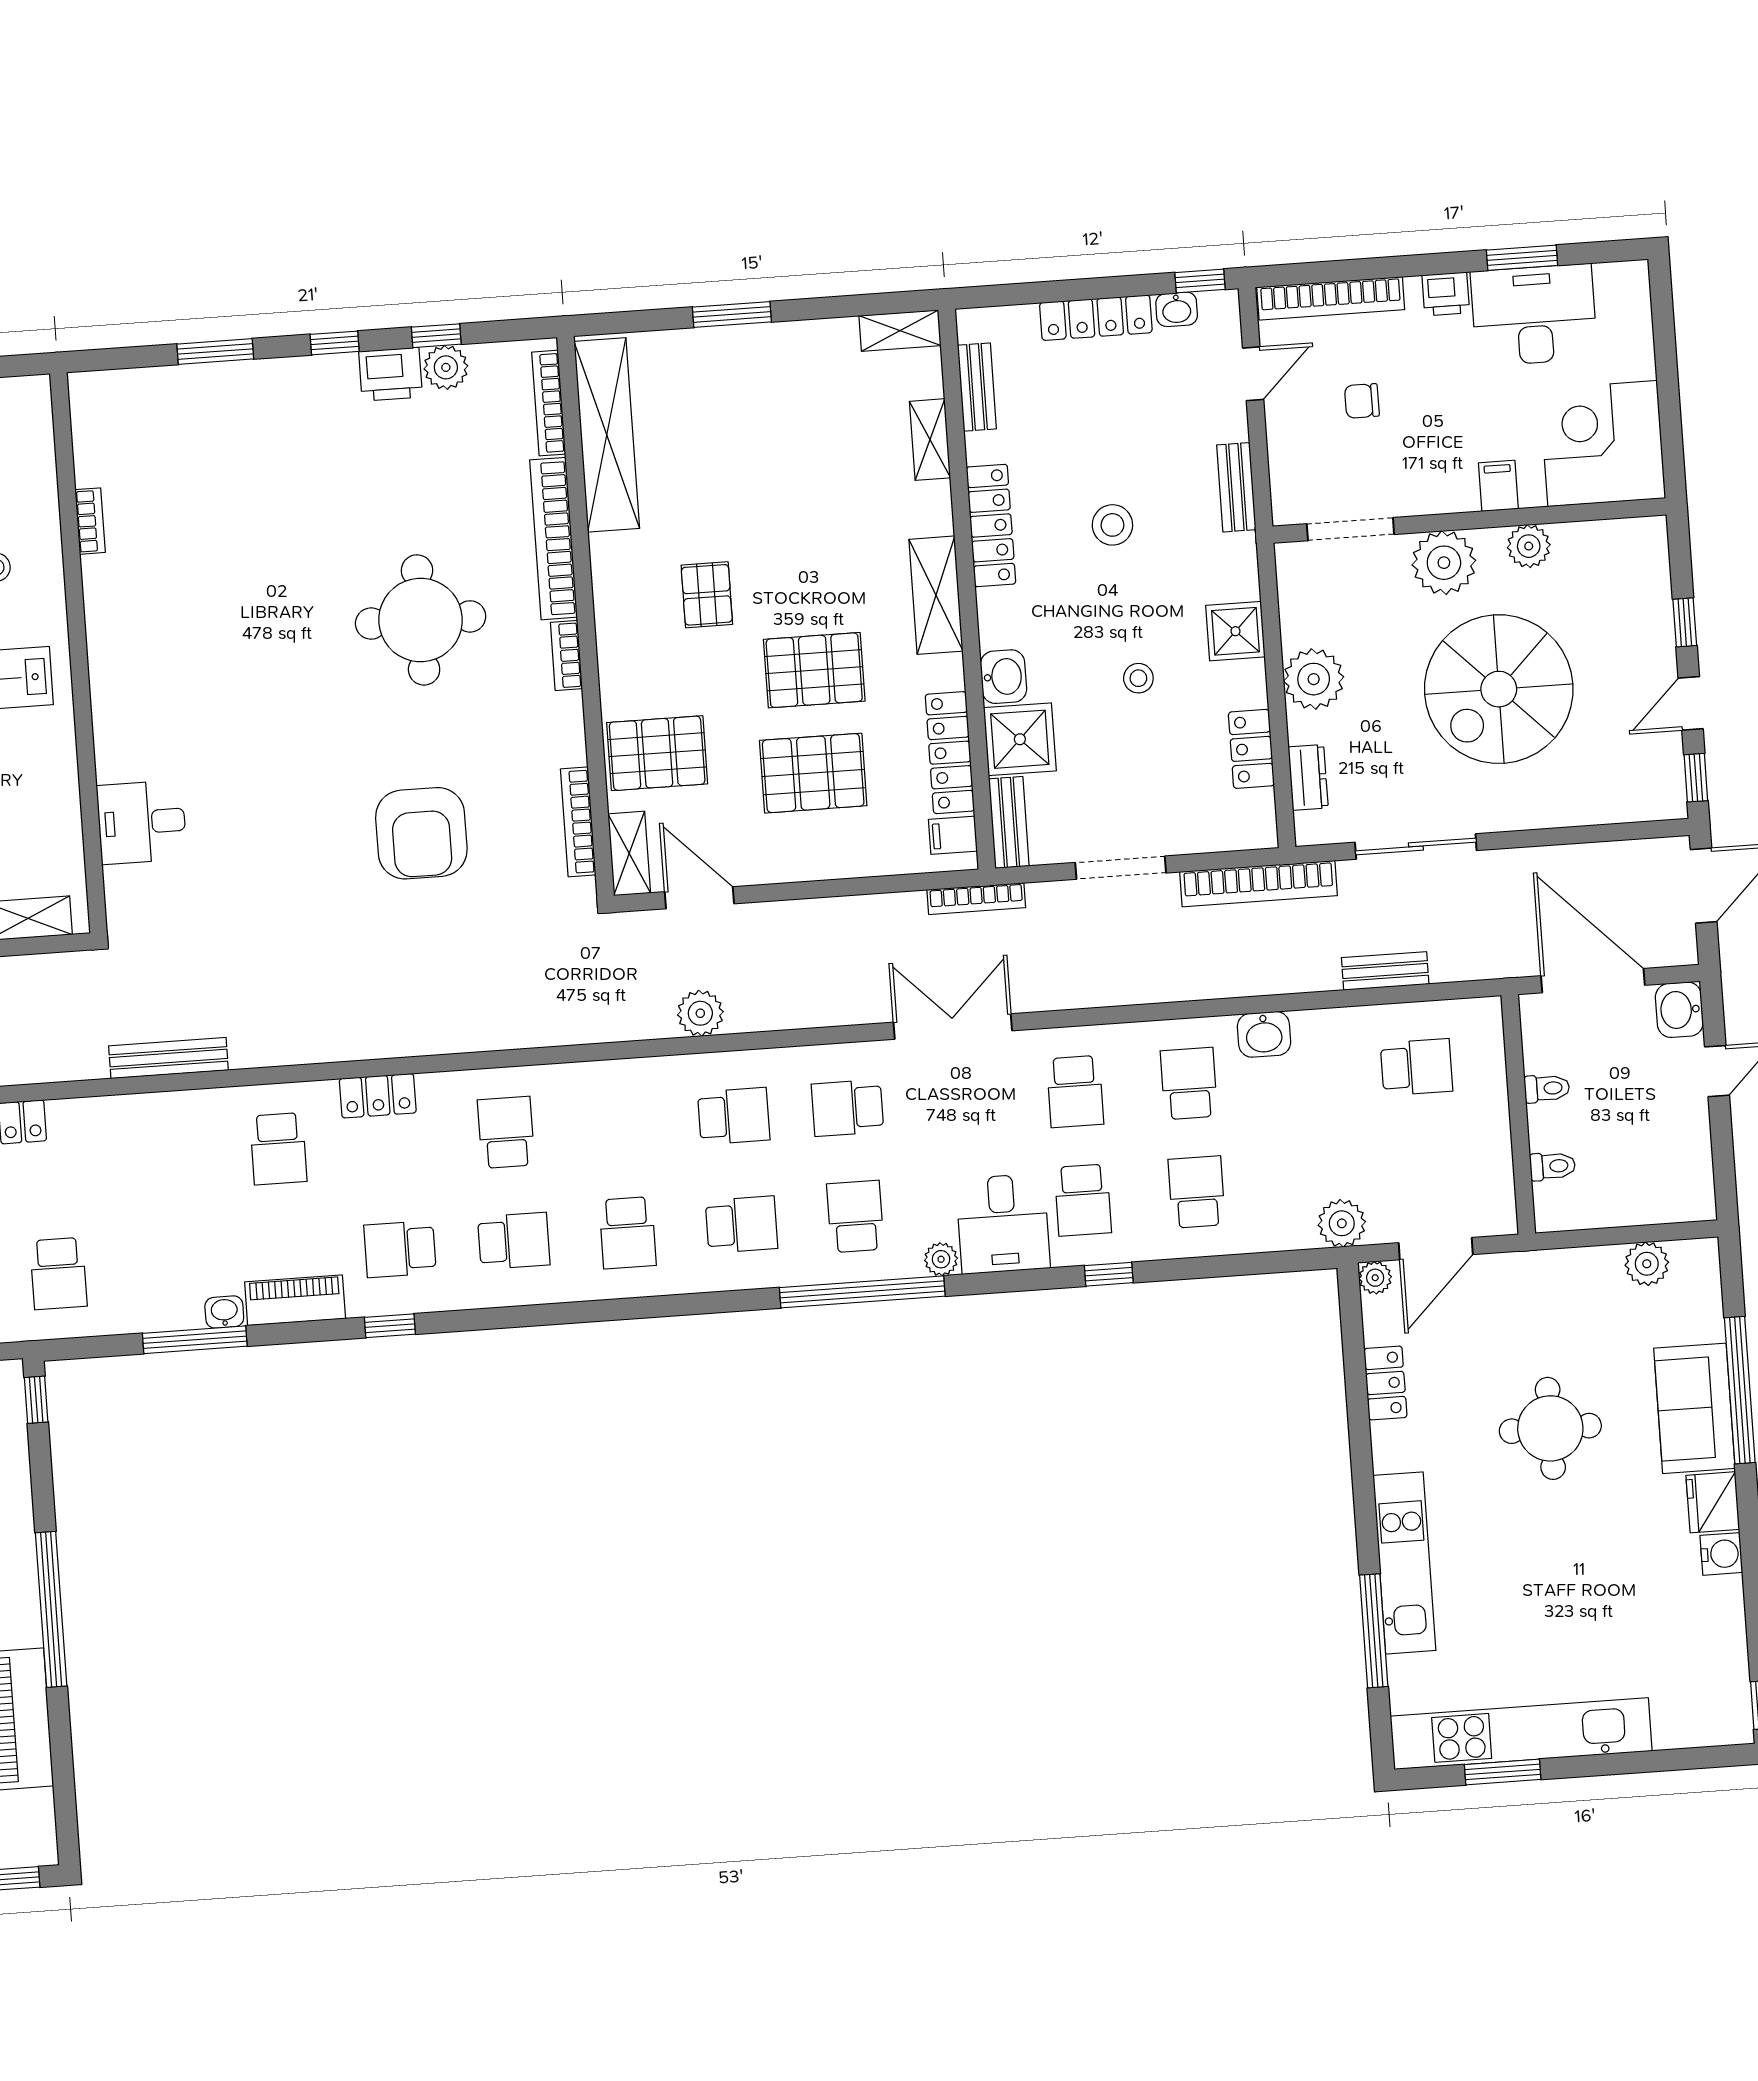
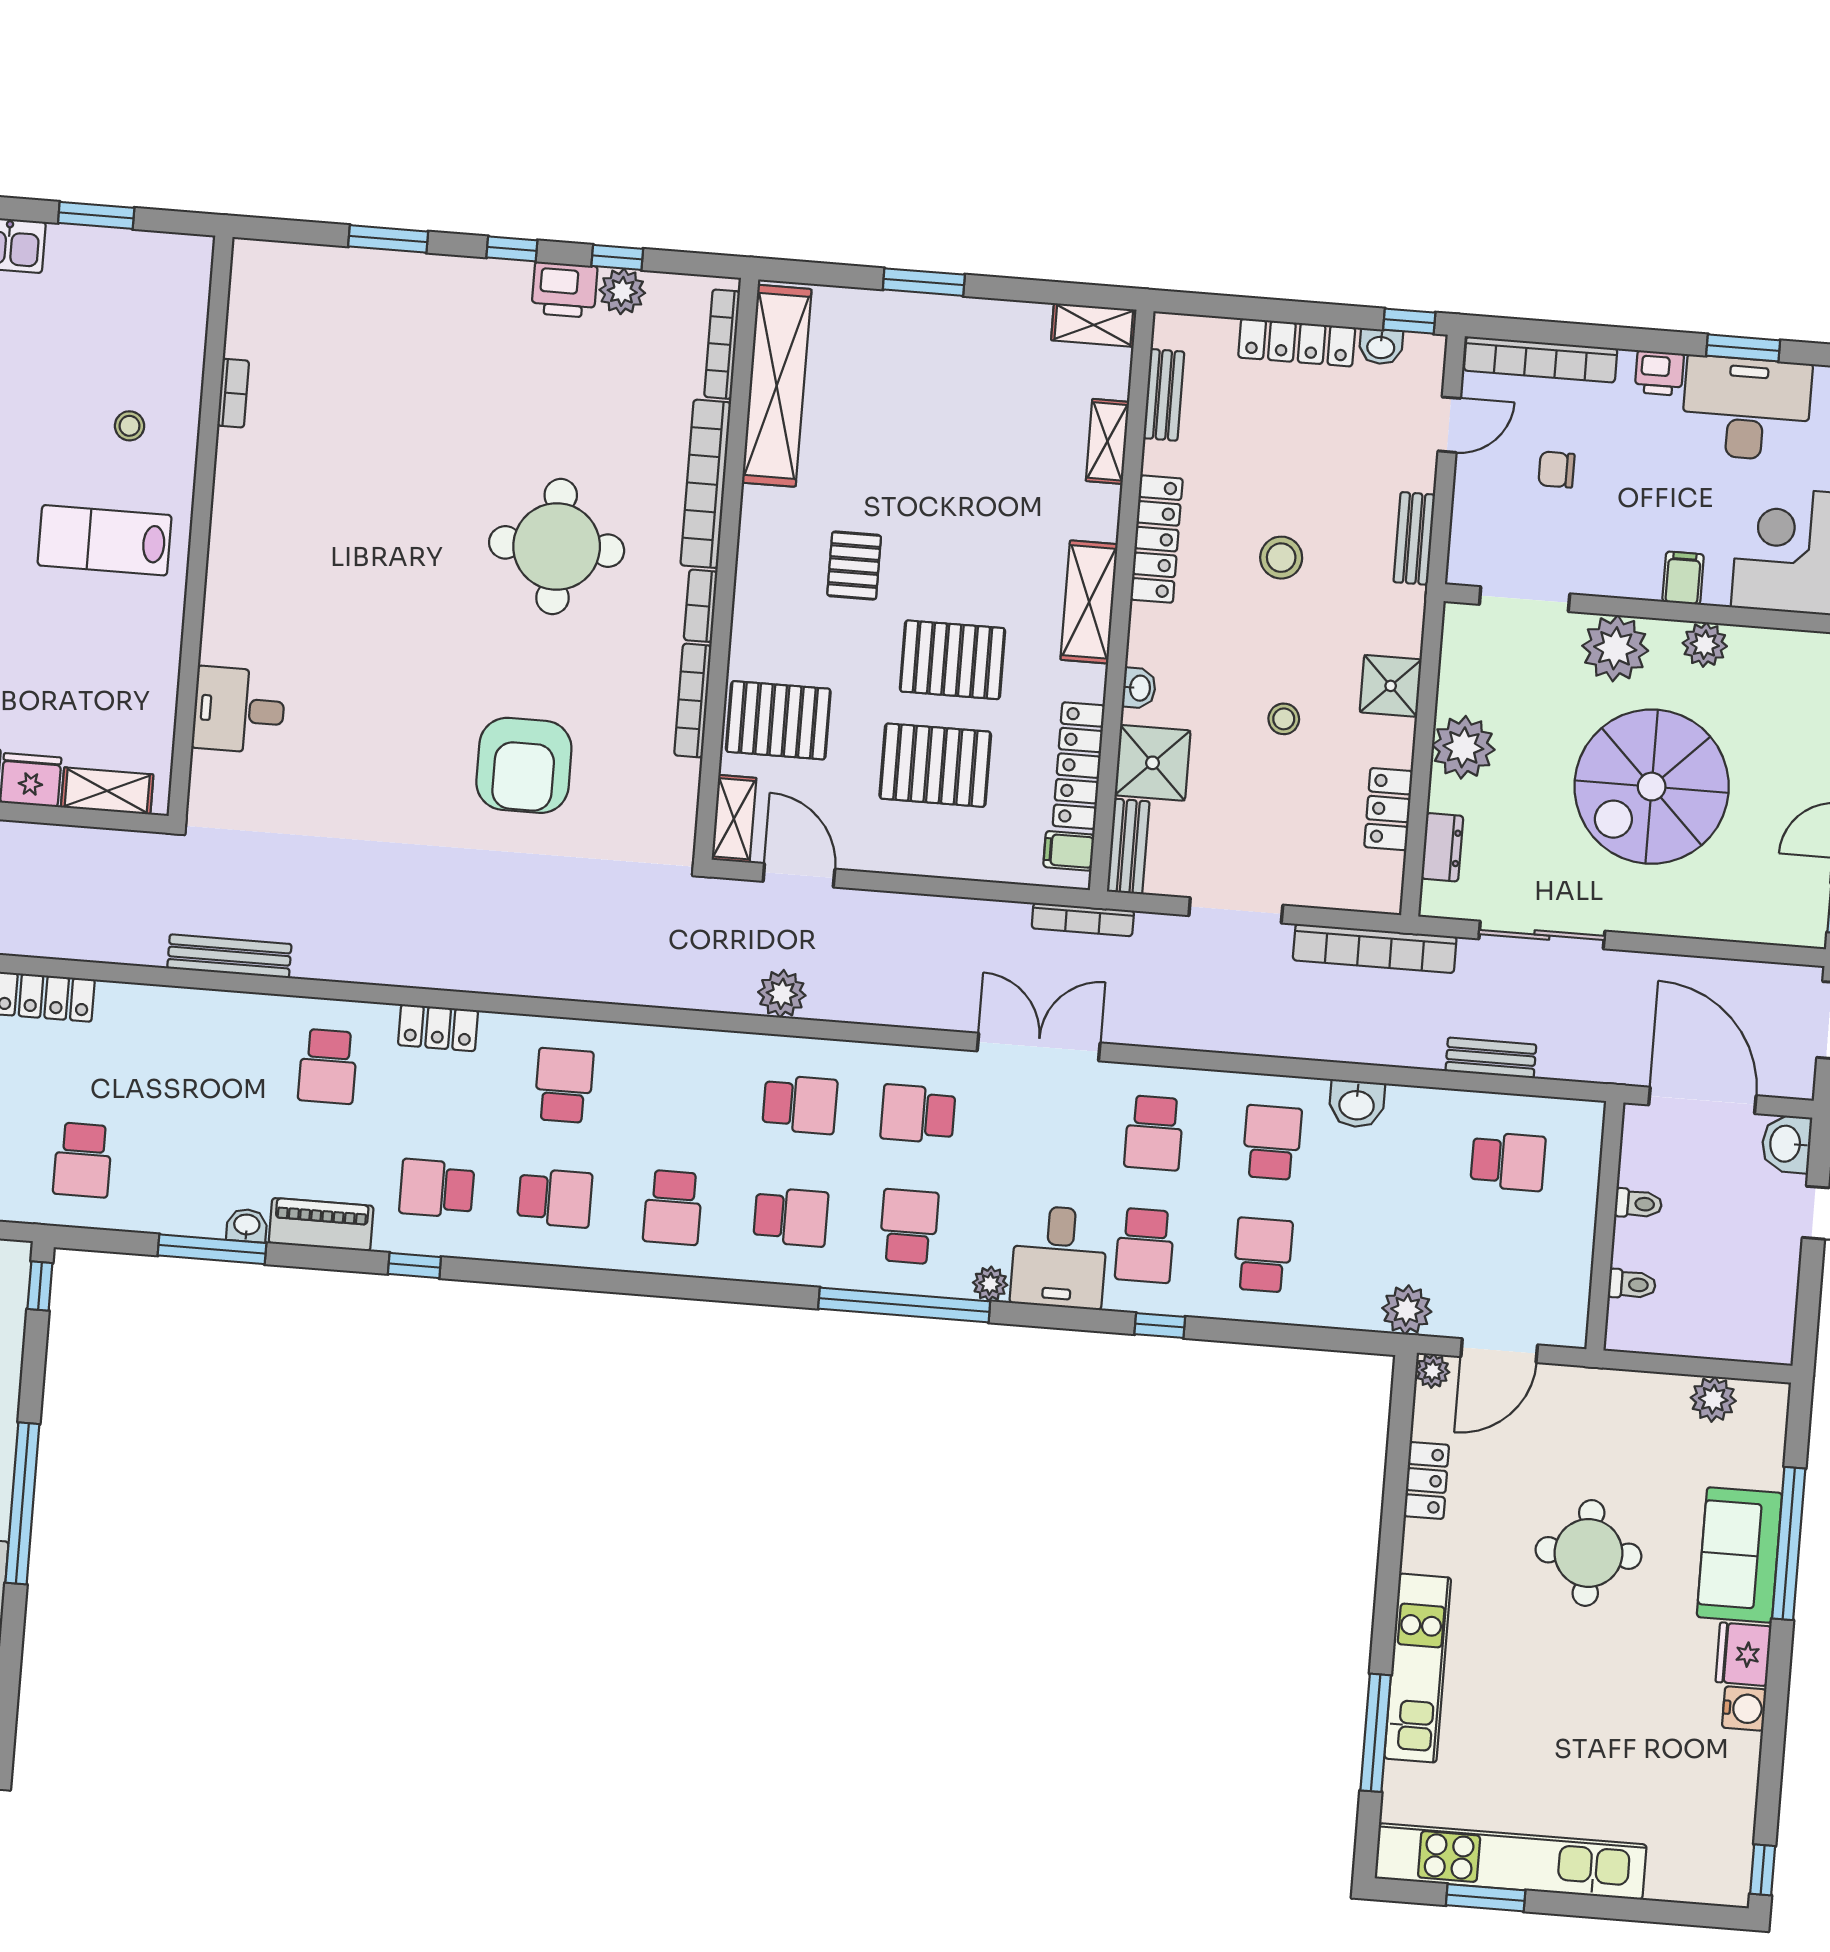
washbasin: (1003, 677) -> (1139, 688), width x0.72, depth x0.69
bookcase: (578, 822) -> (693, 700), moved

